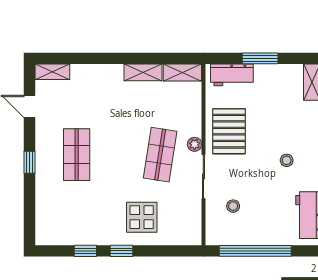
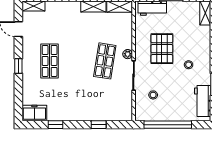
pallet: (229, 131) -> (162, 49), moved
display table: (142, 217) -> (93, 102), removed
freezer: (54, 233) -> (34, 113), added
window: (121, 251) -> (99, 125), moved

